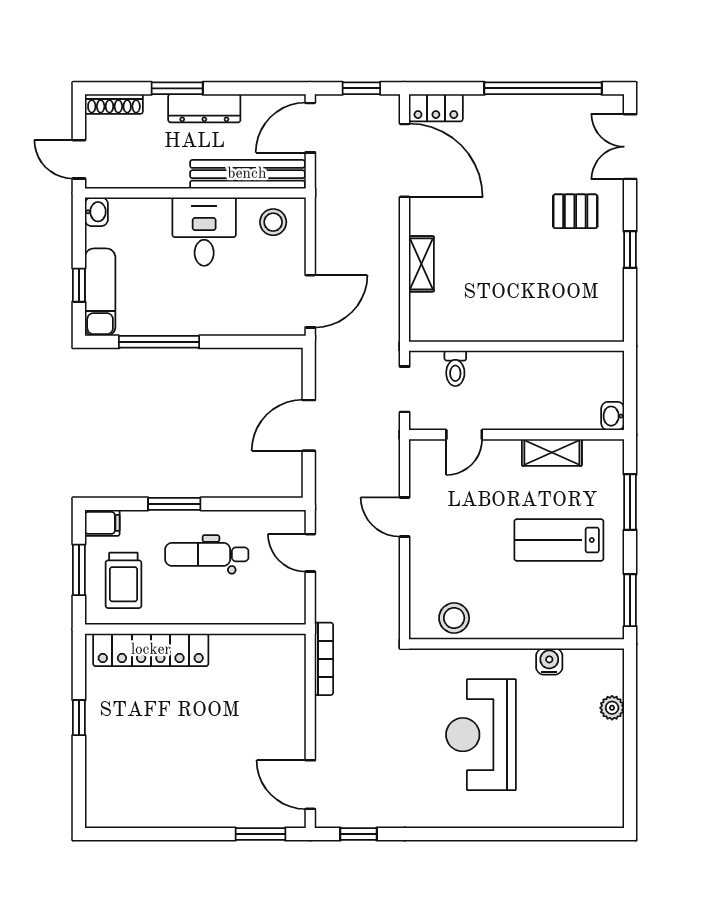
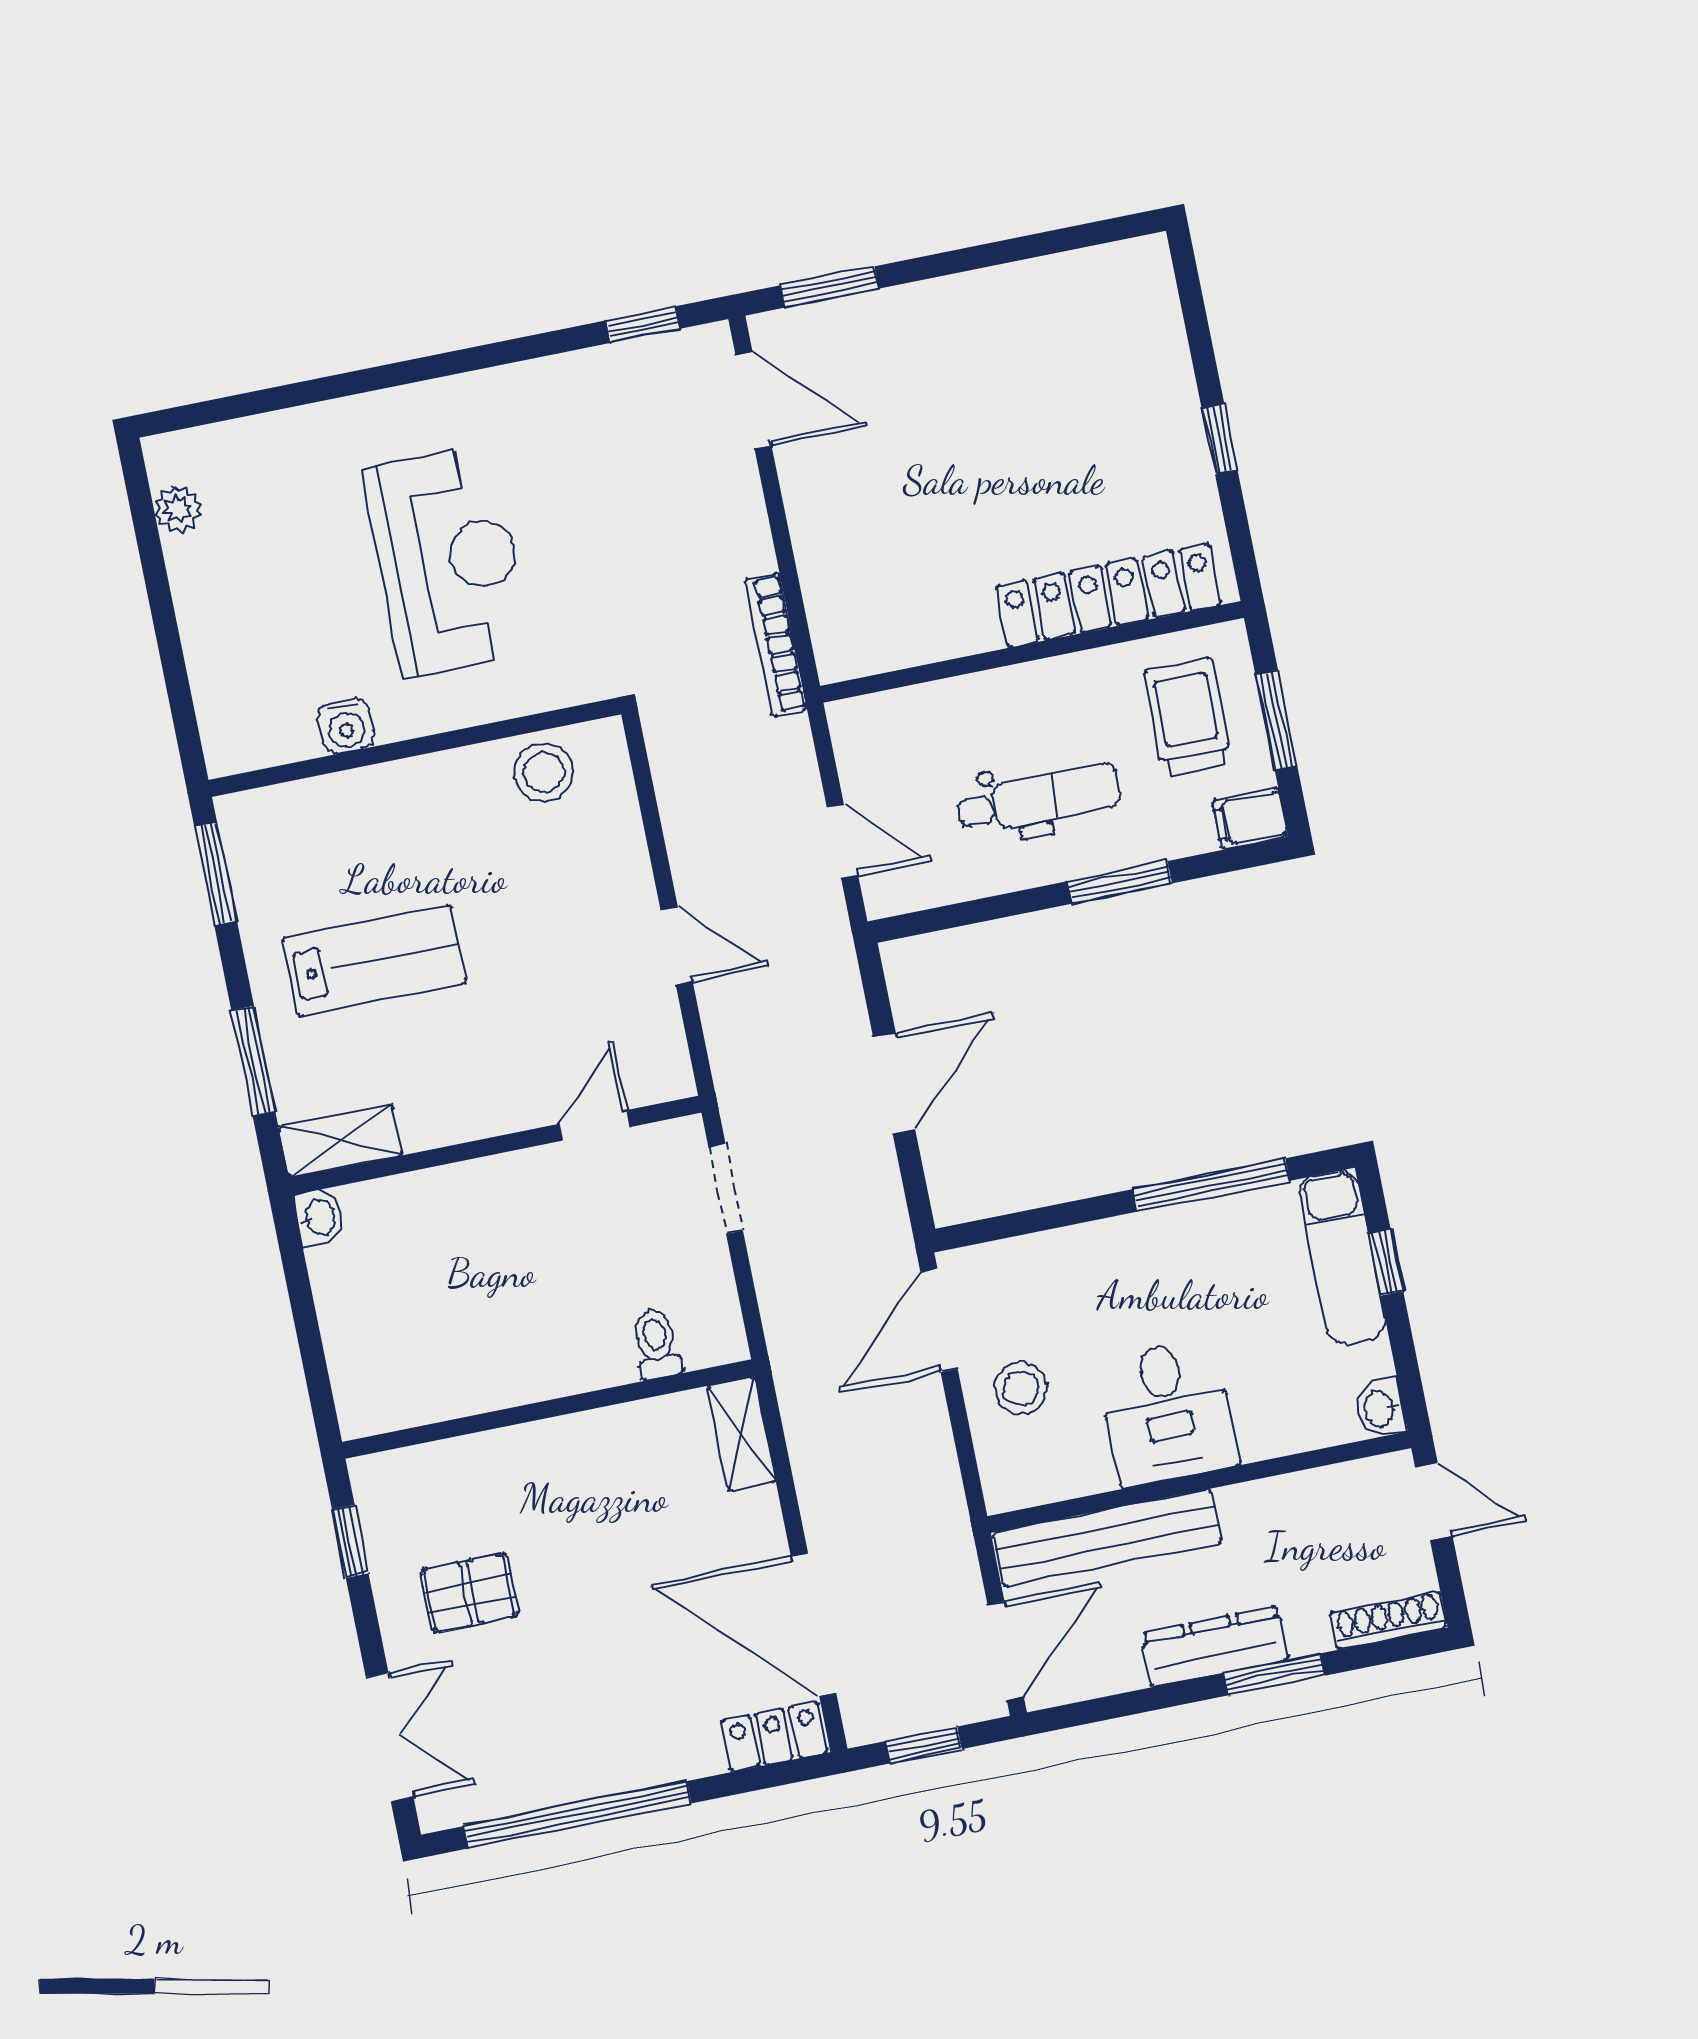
stool: (273, 222) -> (1021, 1388), moved
wall: (517, 346) -> (548, 1409), moved
toilet: (455, 368) -> (656, 1343), moved
shelving: (552, 453) -> (340, 1141), moved
plant: (612, 708) -> (178, 509), moved

